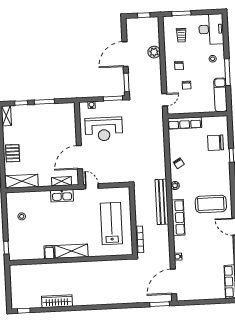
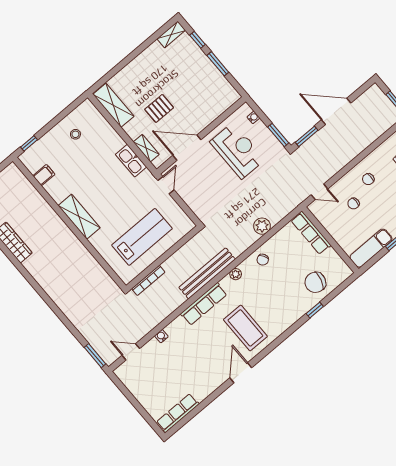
plant: (154, 52) -> (262, 226), moved
reception desk: (104, 129) -> (237, 151), turned 180
chair: (216, 143) -> (315, 282), turned -75
pallet: (13, 153) -> (159, 108), moved
filing cabinet: (49, 252) -> (44, 175), moved
door: (173, 281) -> (131, 352), width x0.53

